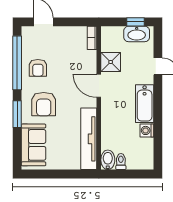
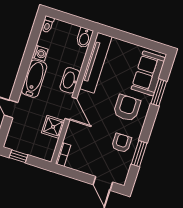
washbasin: (137, 34) -> (70, 80), moved, turned -90
window: (17, 63) -> (139, 154), width x0.47
window: (17, 114) -> (159, 92), moved
toilet: (121, 162) -> (48, 24), moved

